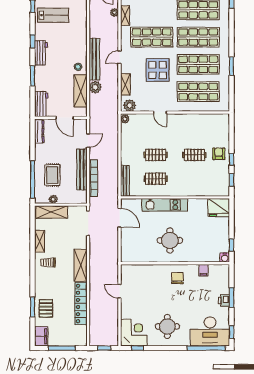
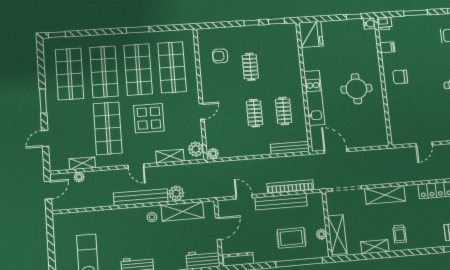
armchair: (219, 154) -> (220, 56), moved
door: (119, 218) -> (336, 151), hinge flipped
shelving: (81, 265) -> (385, 195), moved
printer: (224, 300) -> (385, 23), moved

